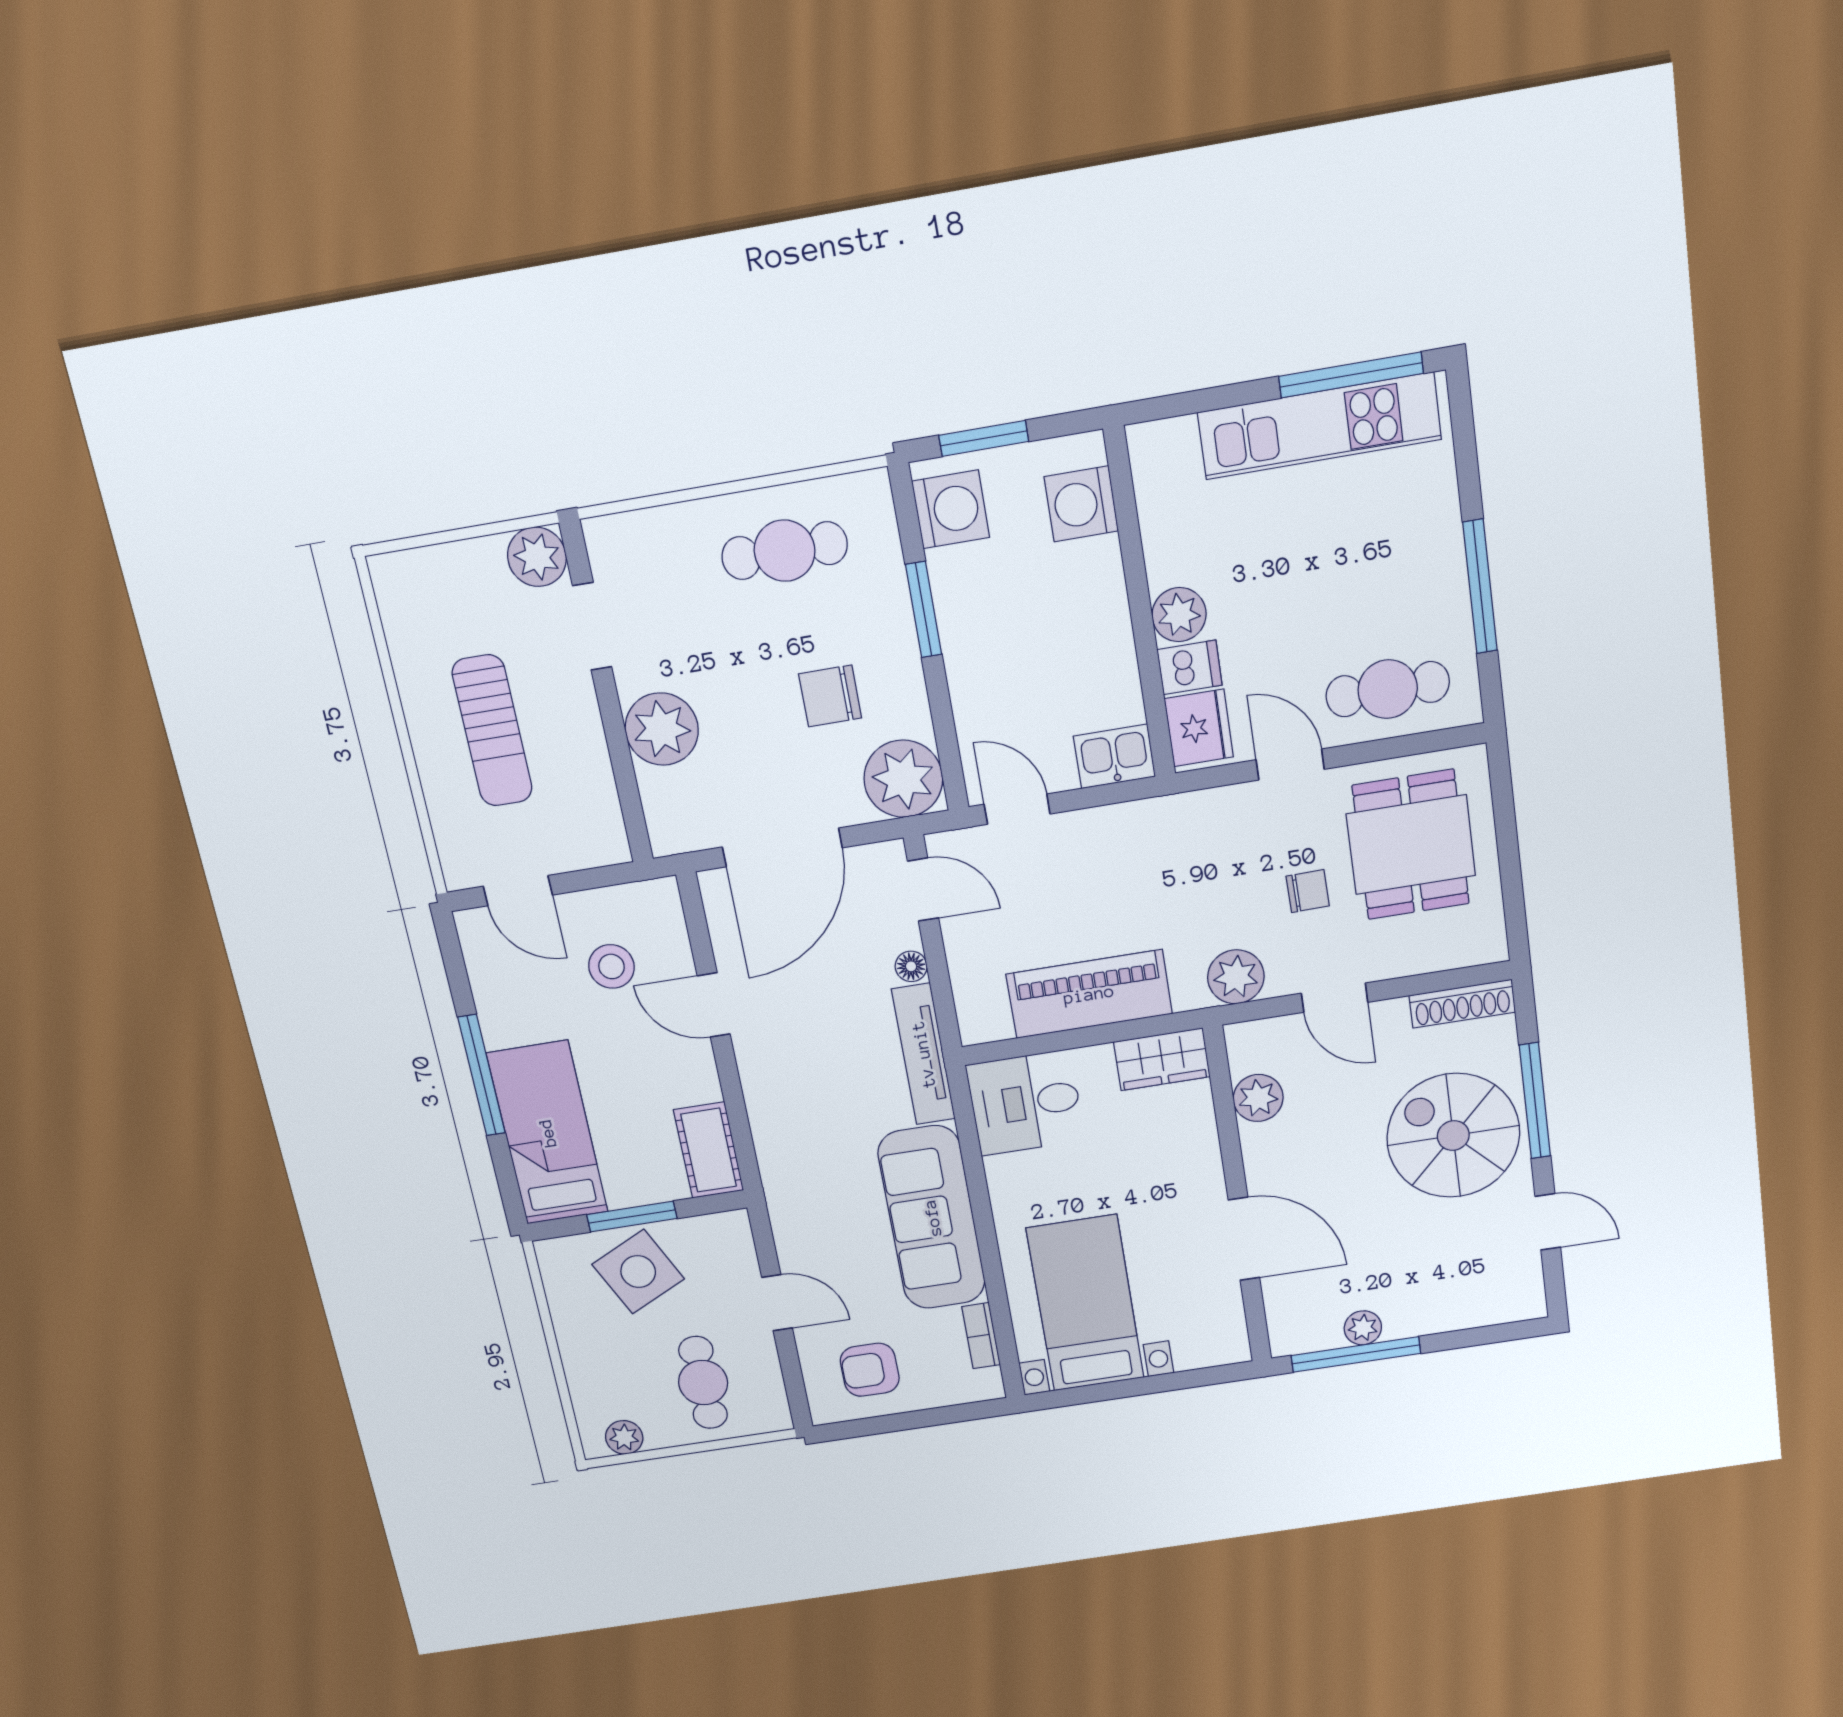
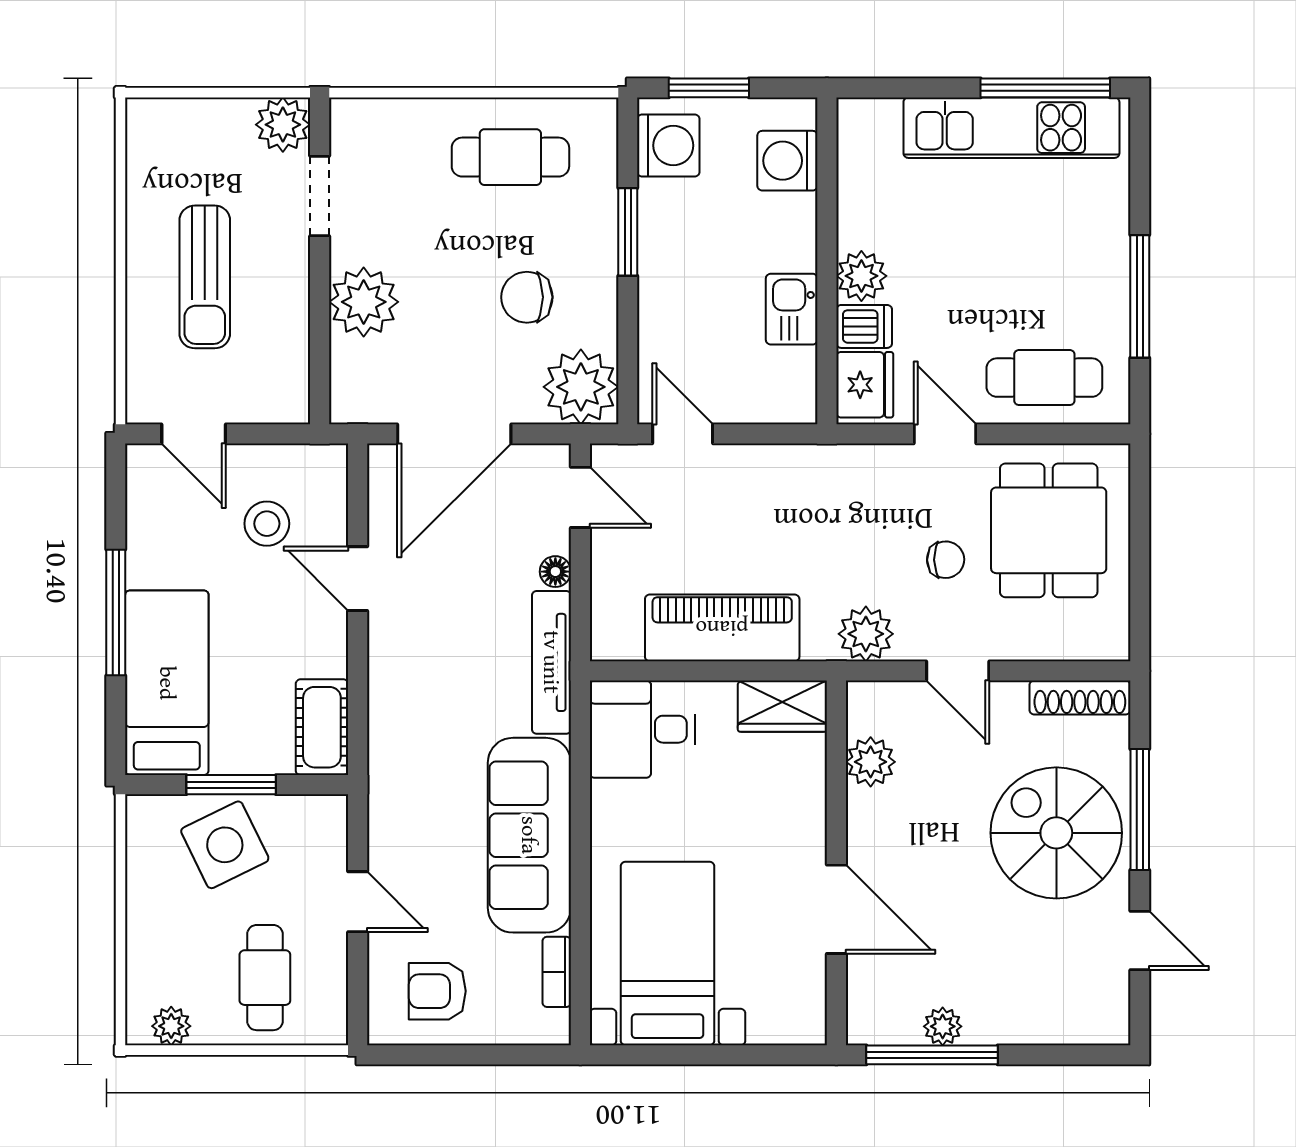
kitchen sink: (1114, 756) -> (792, 309), moved, turned -90

